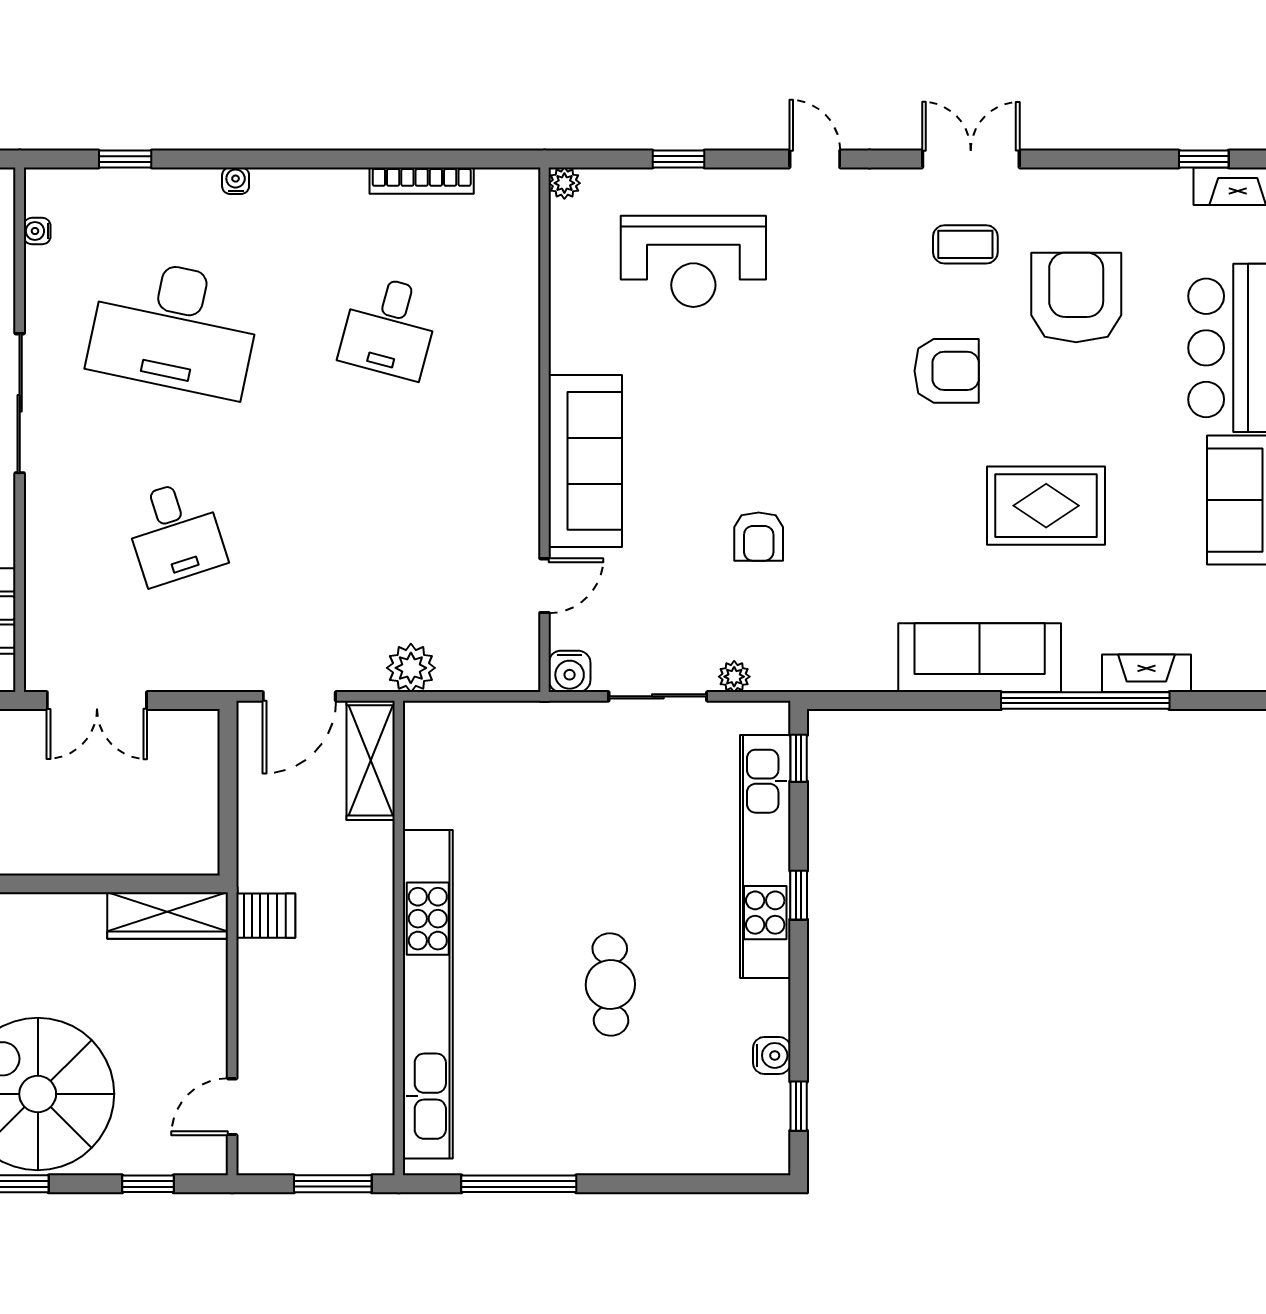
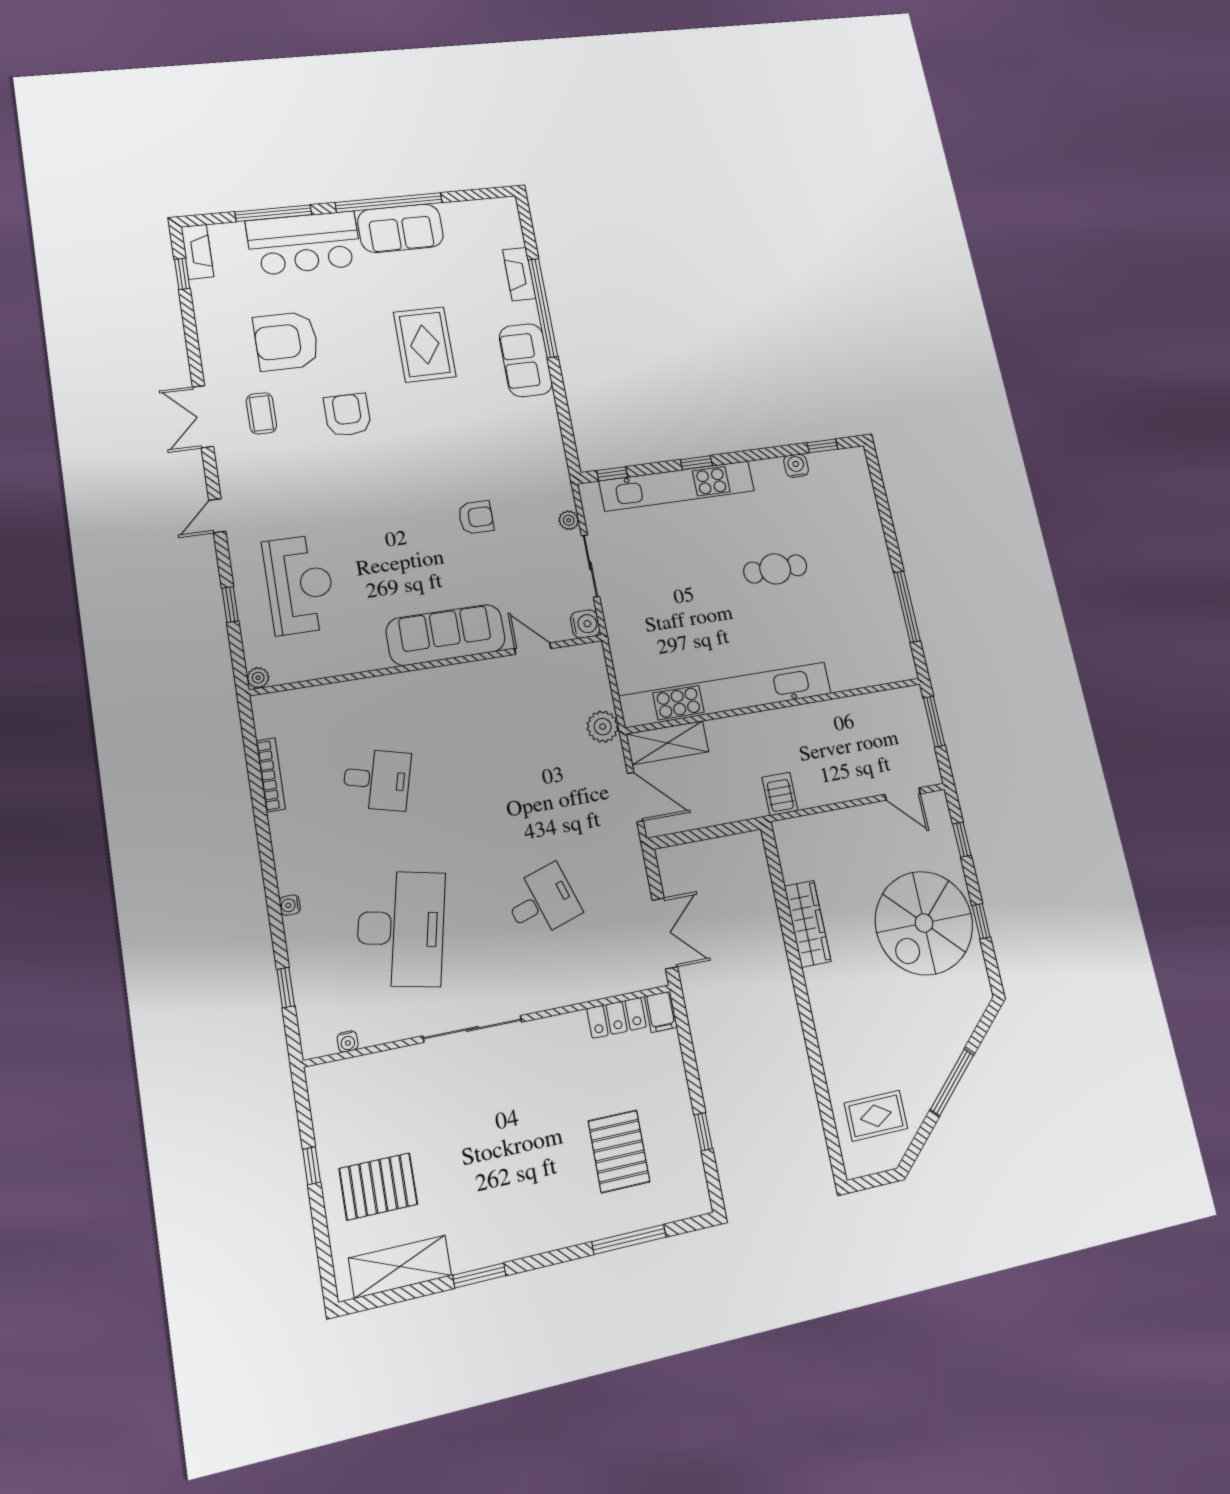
sofa: (980, 658) -> (526, 360), width x0.73
wardrobe: (168, 915) -> (808, 924), moved
kitchen unit: (428, 994) -> (726, 695), moved

